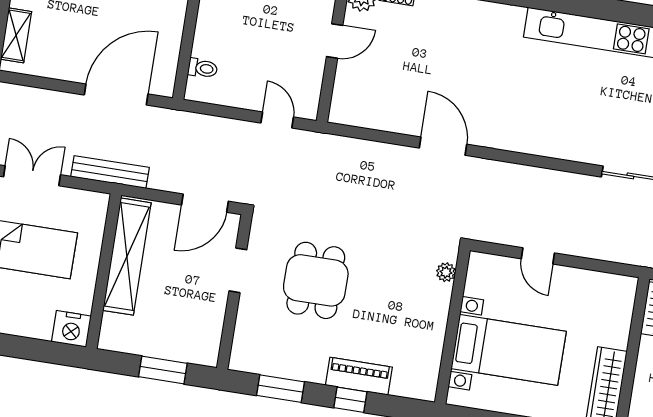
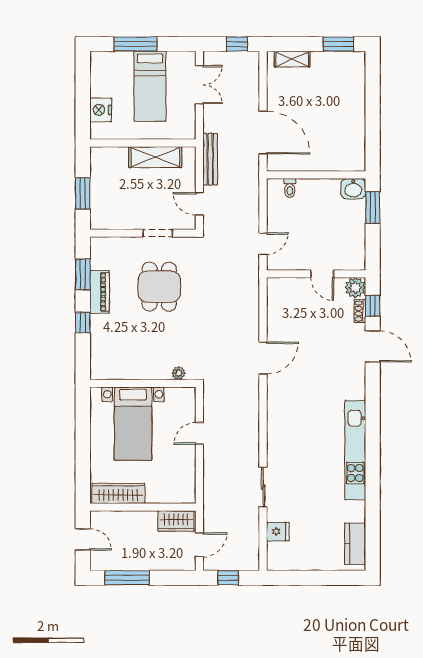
bench: (110, 172) -> (210, 159), moved
door: (205, 203) -> (199, 204), width x0.73
shelving: (127, 257) -> (155, 157), width x0.68
dining table: (316, 280) -> (159, 287), turned 90
nightstand: (71, 329) -> (101, 110), moved
piano: (359, 376) -> (99, 292), moved

